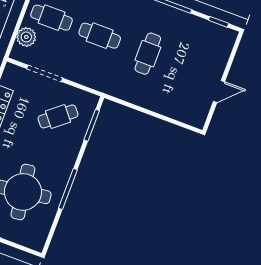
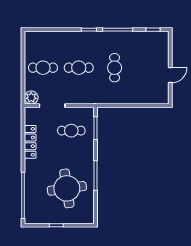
plant: (26, 37) -> (31, 98), moved
cafe table: (58, 116) -> (71, 131), turned 39

